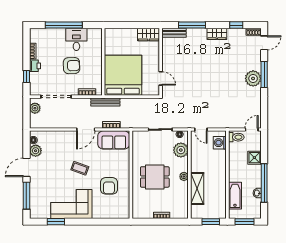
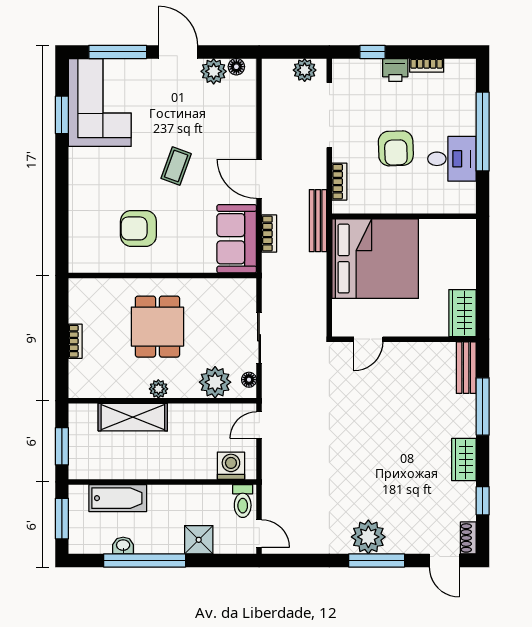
corner sofa: (71, 204) -> (100, 102), moved

